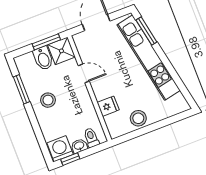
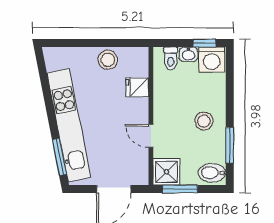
bidet: (43, 58) -> (212, 173), moved, turned -90

